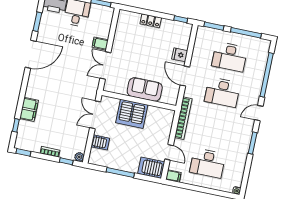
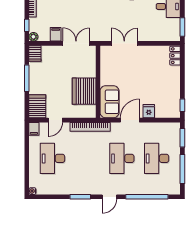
locker: (151, 21) -> (175, 56), moved
filing cabinet: (100, 44) -> (56, 34), moved
sofa: (145, 89) -> (109, 102), moved
door: (259, 113) -> (109, 197), swing flipped
server rack: (132, 114) -> (84, 91), moved
server rack: (100, 142) -> (35, 54), moved

